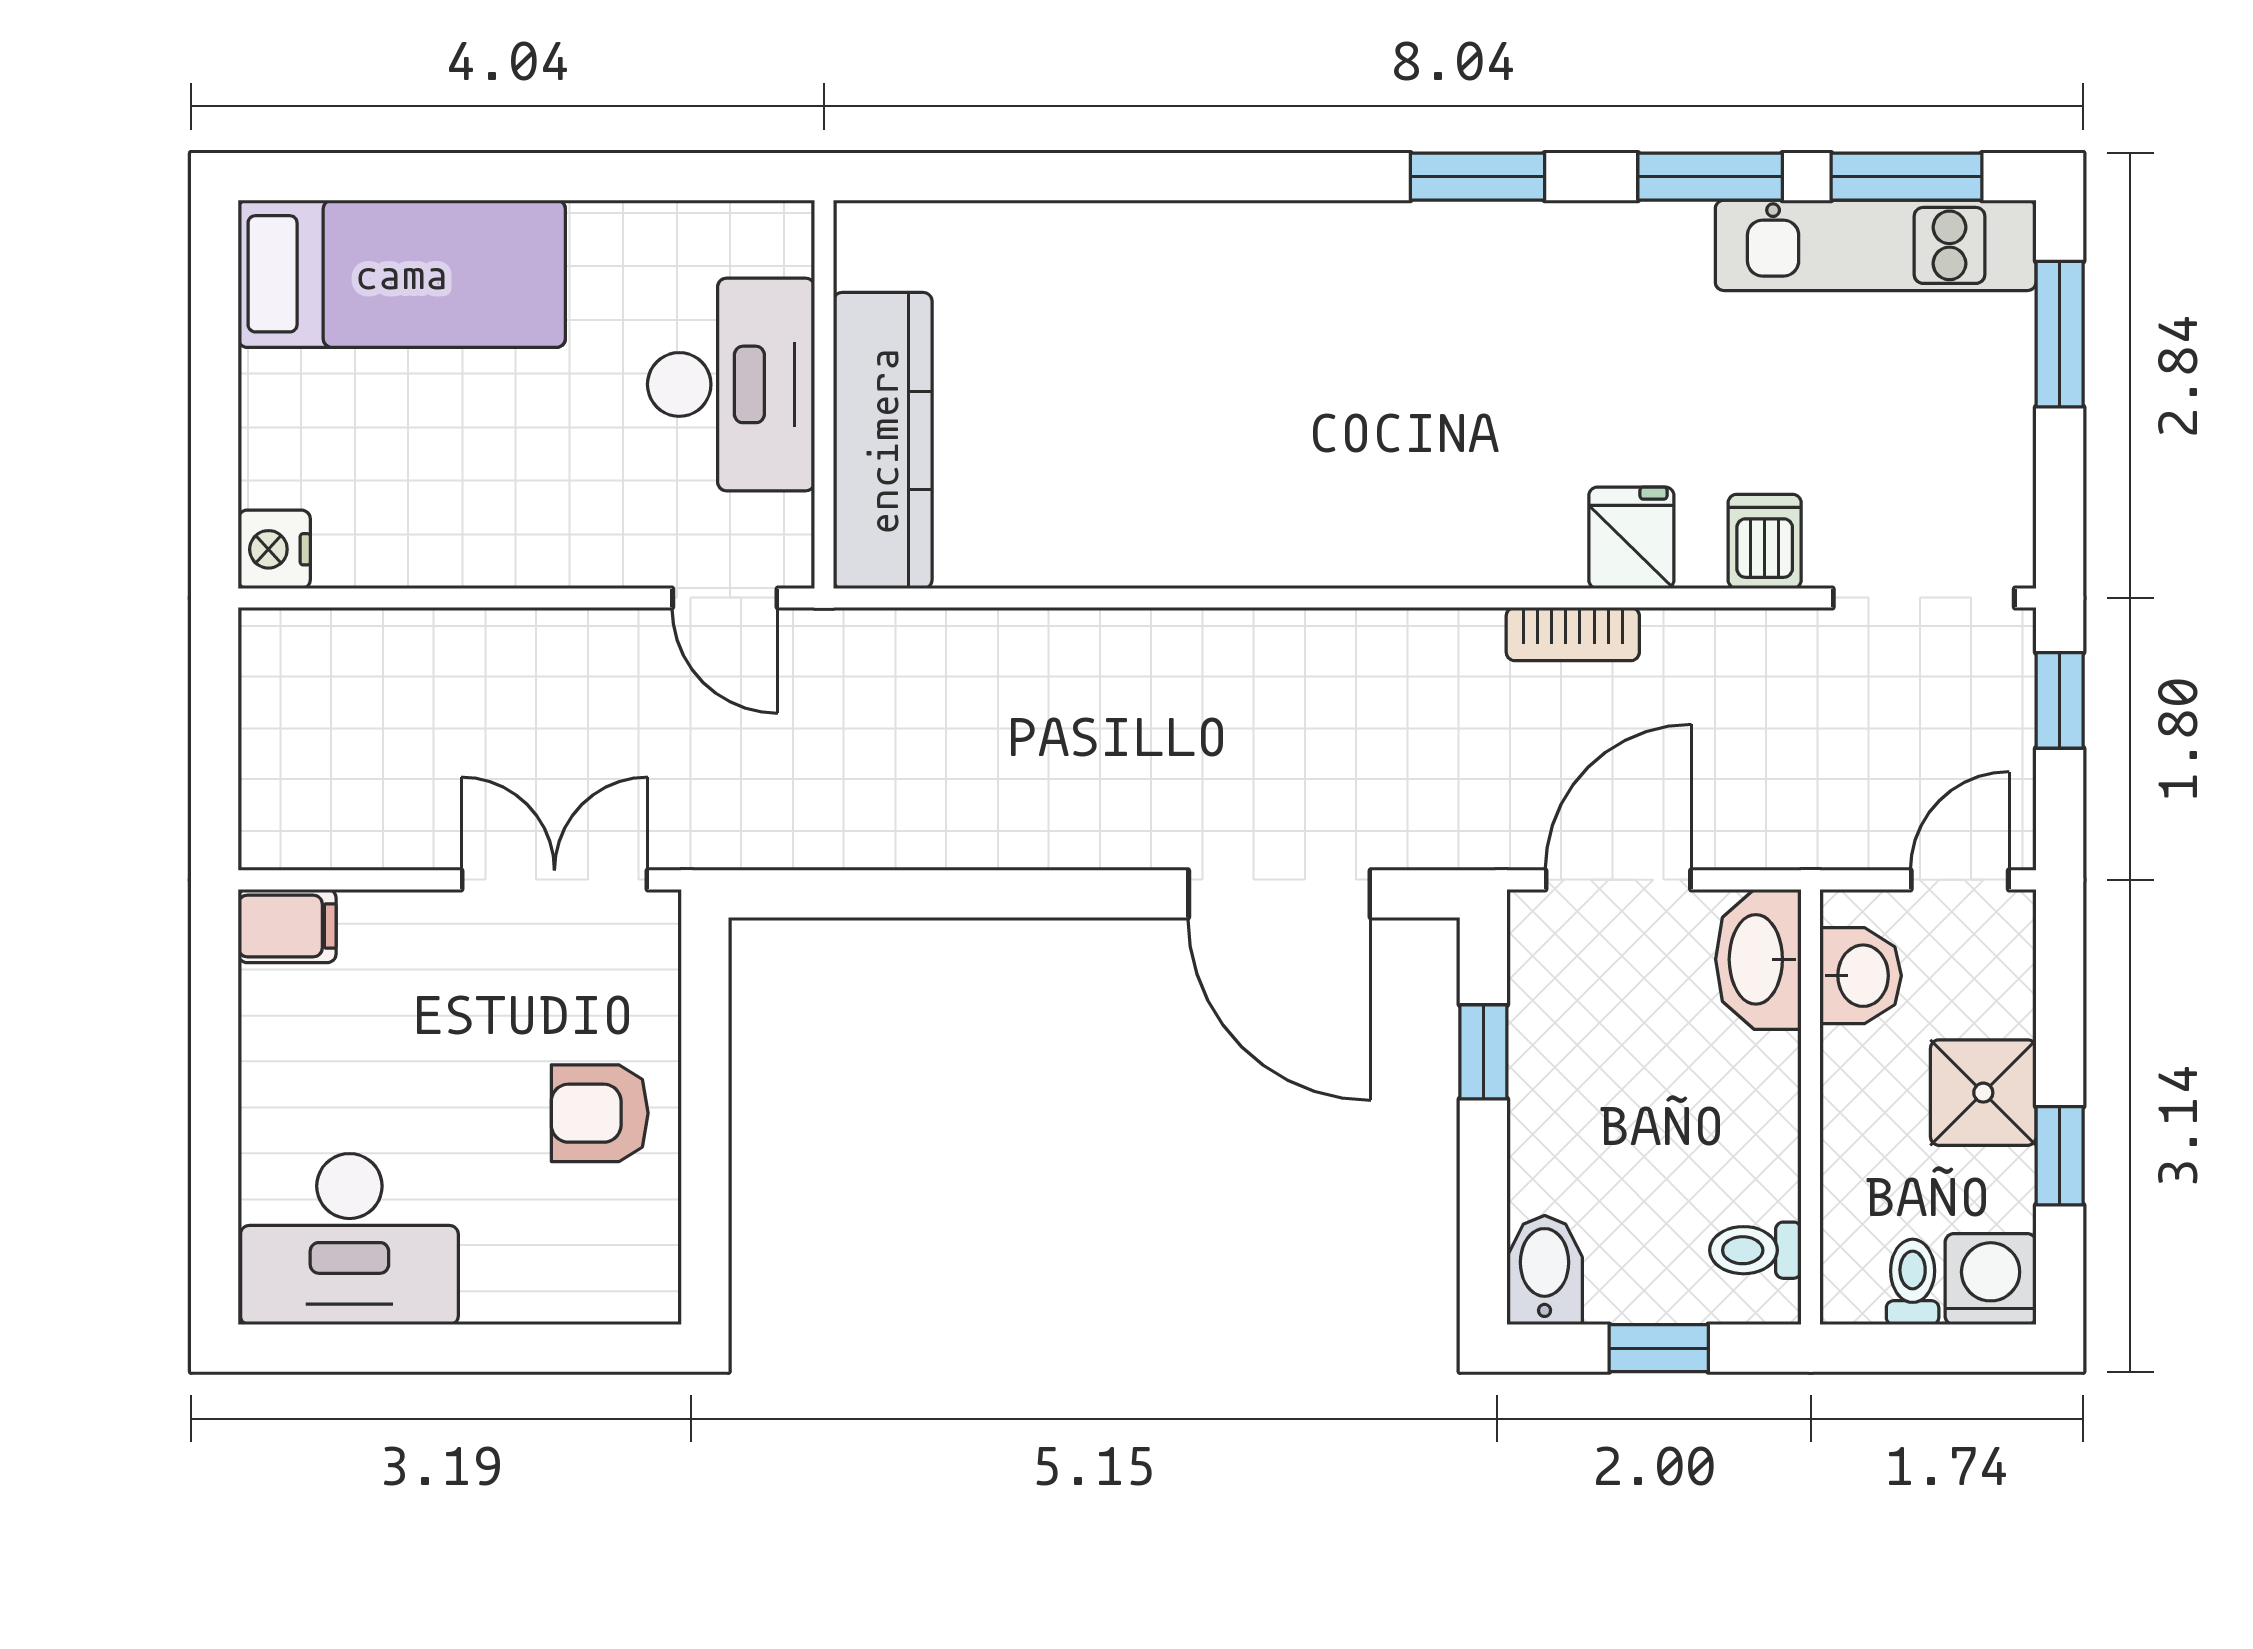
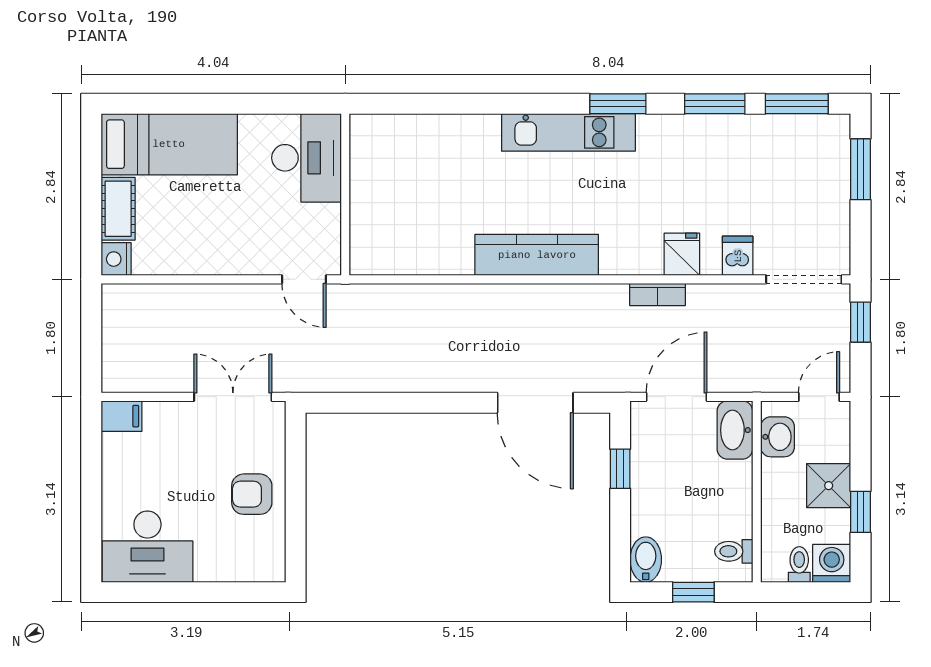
kitchen unit: (1876, 245) -> (568, 132), moved
desk: (731, 384) -> (307, 158), moved
cot: (279, 429) -> (118, 209), added
kitchen counter: (883, 441) -> (537, 255), moved, turned -90

